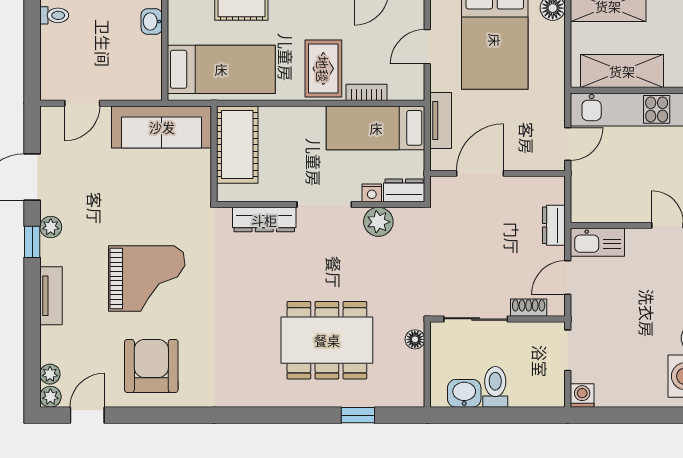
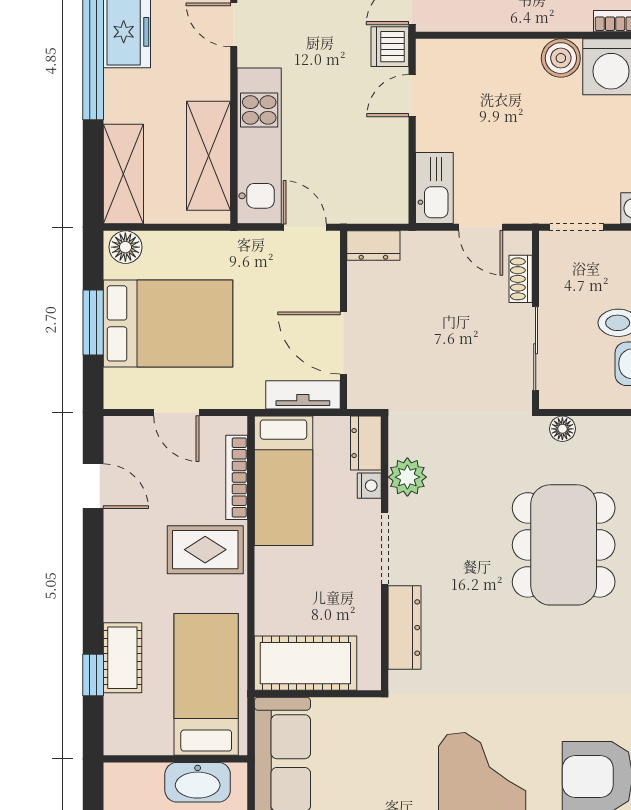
washbasin: (152, 22) -> (198, 782), moved, width x1.91, depth x1.45
bookcase: (366, 92) -> (237, 477), width x1.56
tv unit: (441, 121) -> (303, 395), moved
dresser: (554, 225) -> (373, 246), moved

